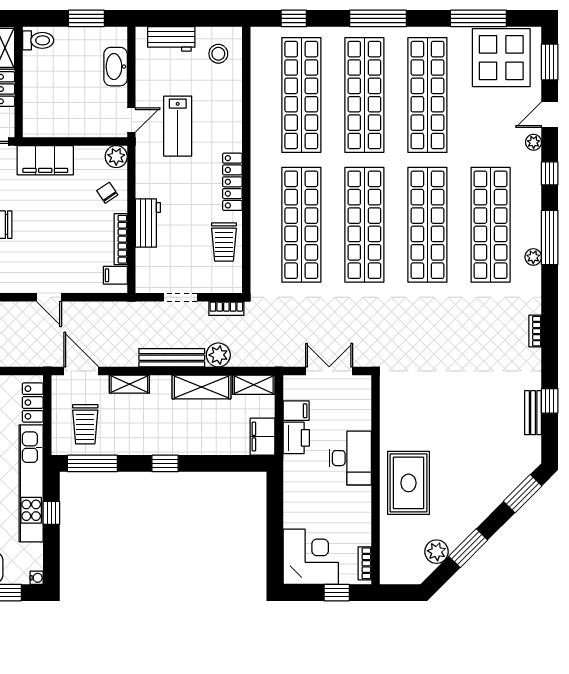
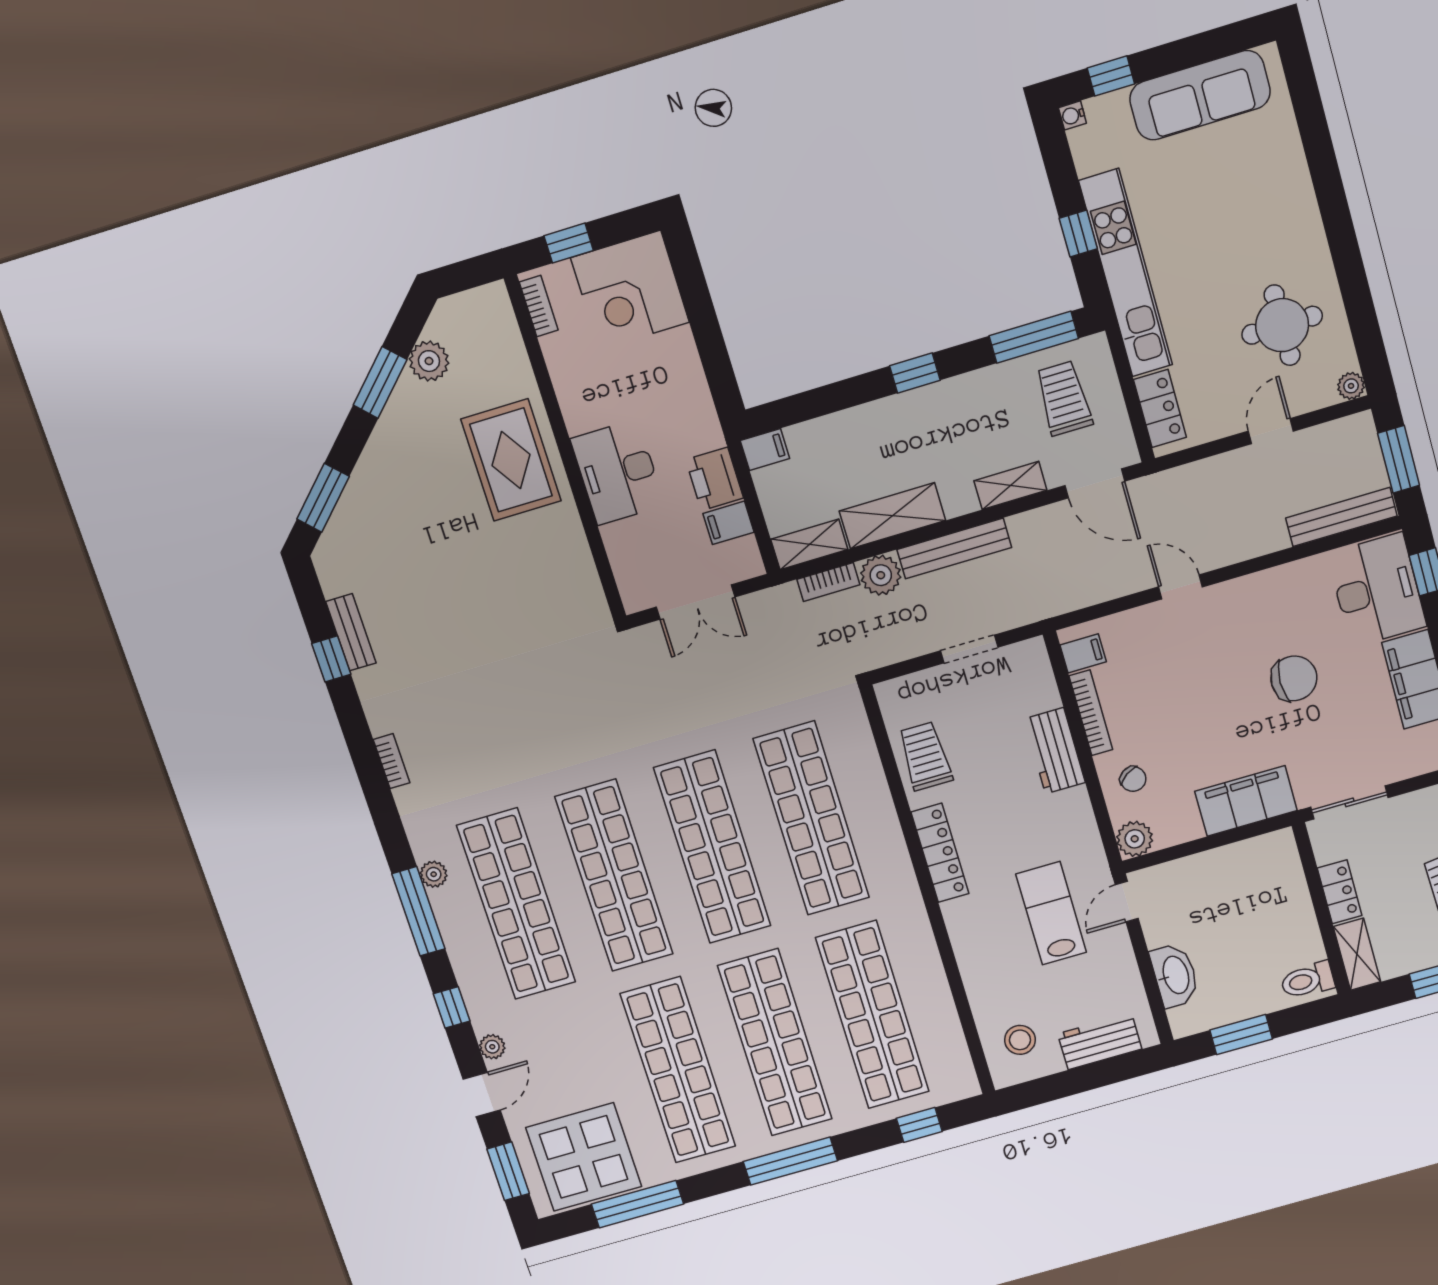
bookcase: (226, 308) -> (828, 582), moved, turned 180
filing cabinet: (263, 437) -> (765, 450), width x0.50

